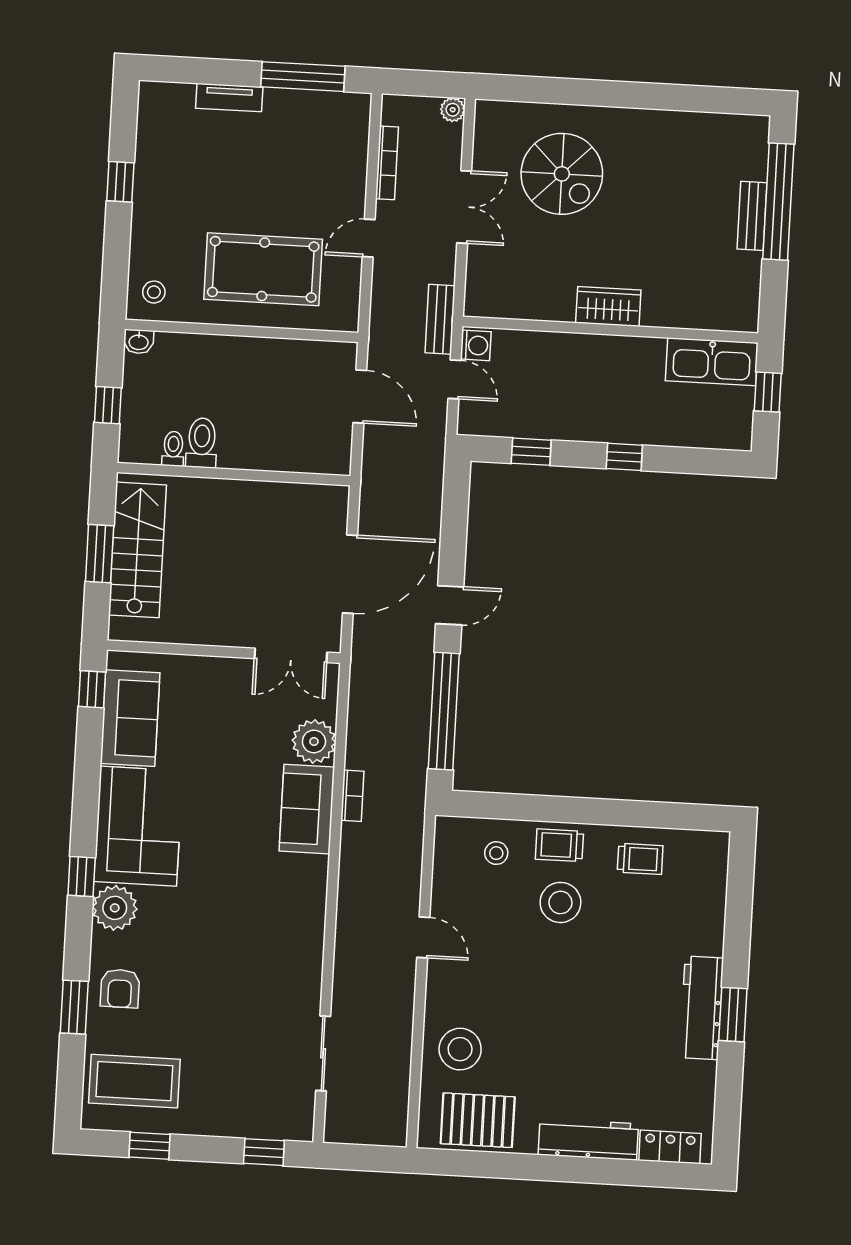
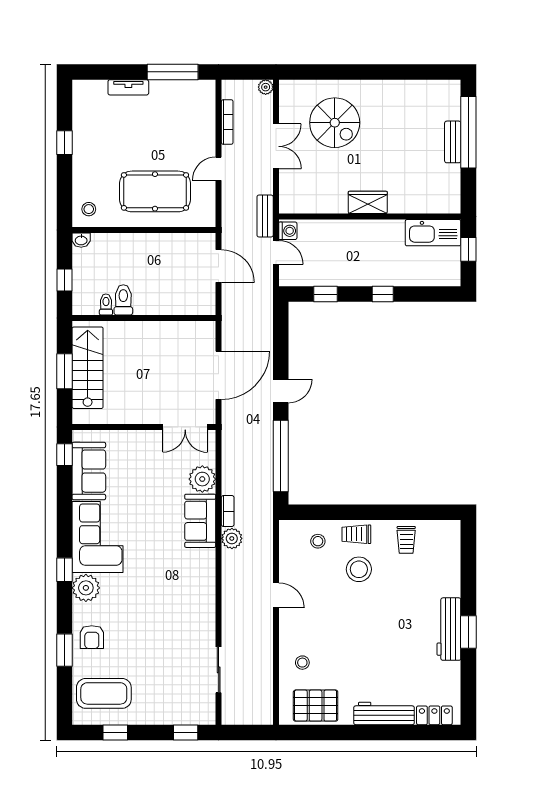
plant: (357, 841) -> (232, 538), added
trolley: (640, 859) -> (406, 540), turned 90
stool: (460, 1049) -> (302, 663), width x0.53, depth x0.53

